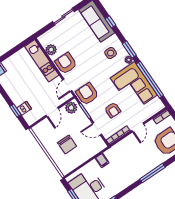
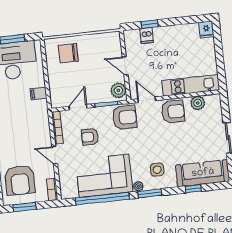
chair: (67, 144) -> (68, 53), moved

